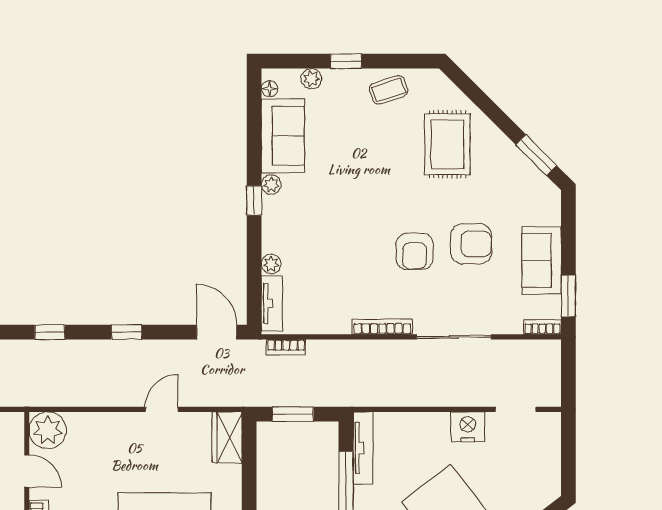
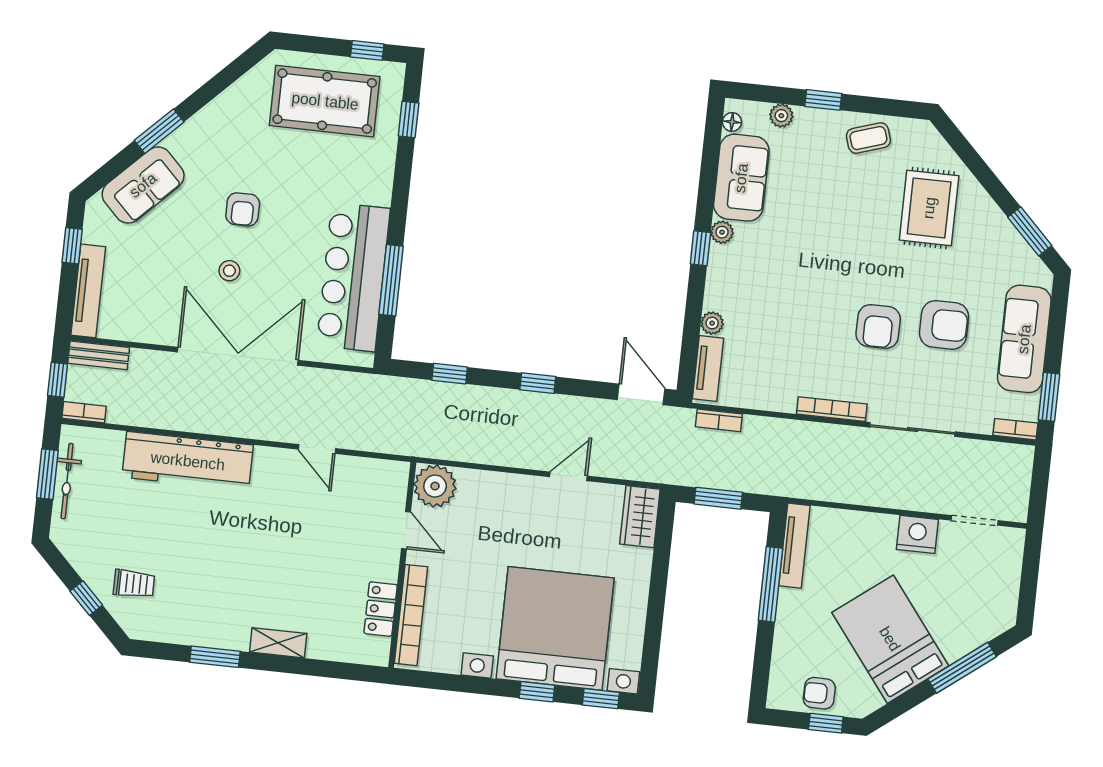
sofa: (542, 260) -> (1024, 339), width x1.36

